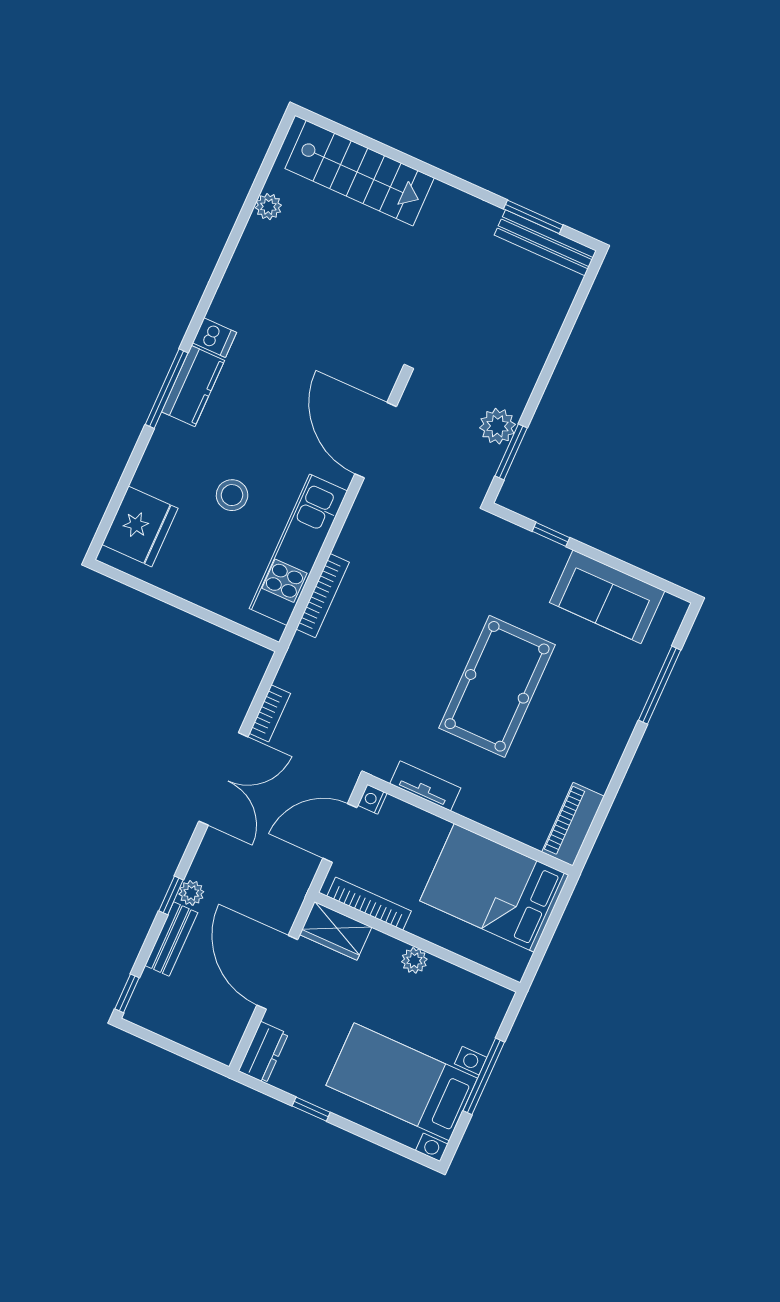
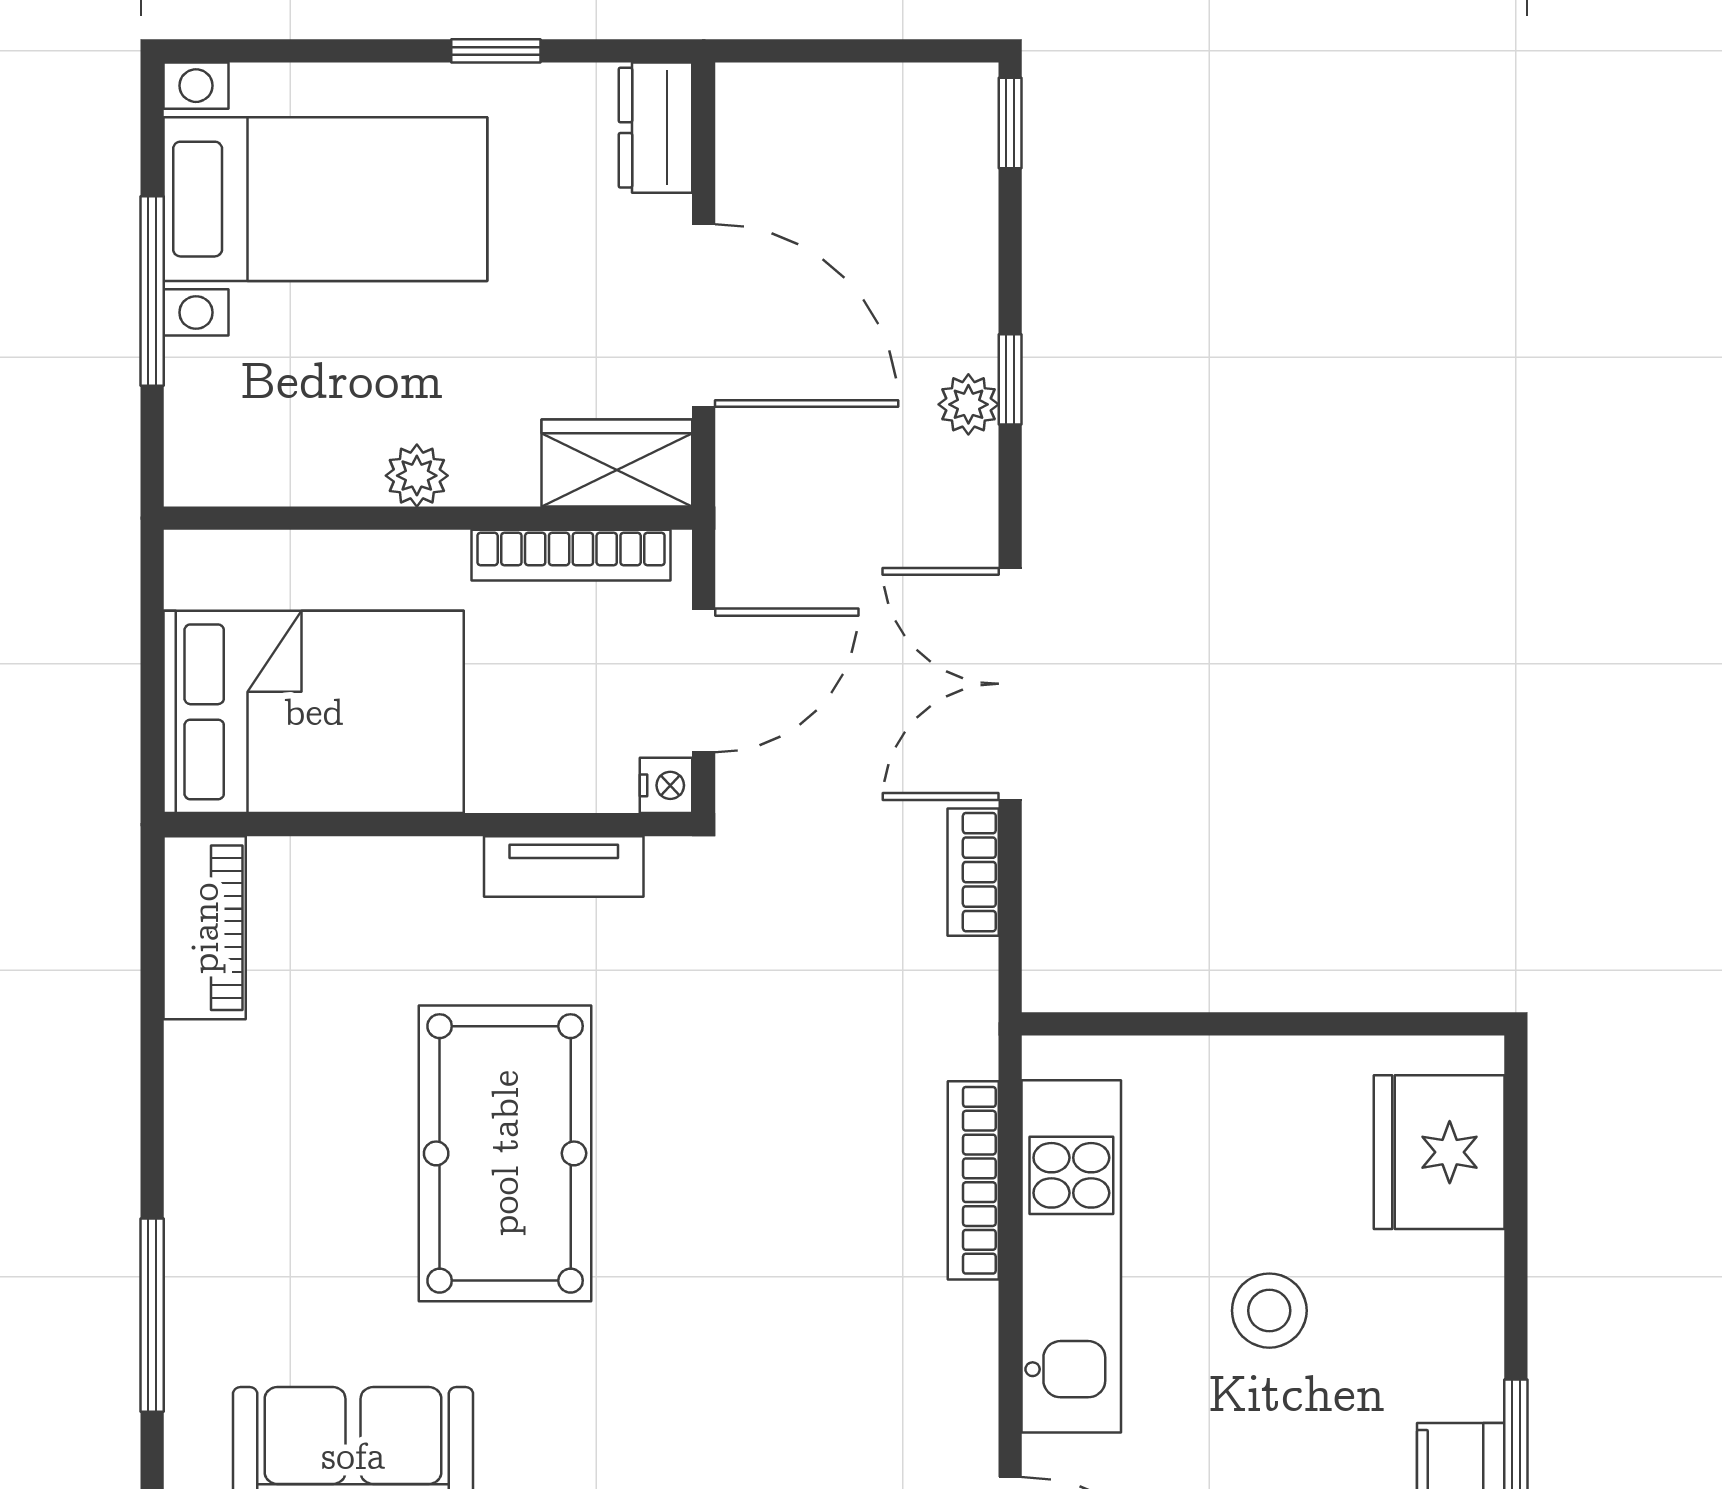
bench: (171, 939) -> (967, 284), removed

